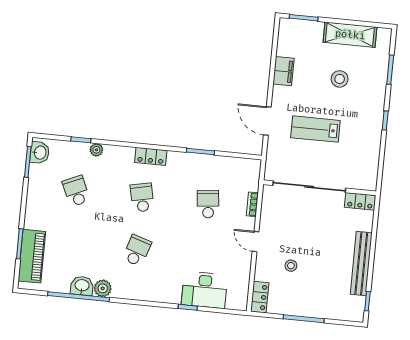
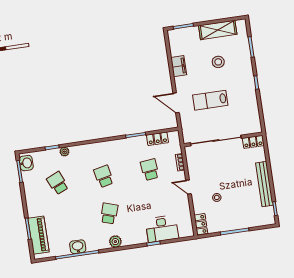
locker: (151, 156) -> (157, 139), moved
plant: (103, 288) -> (115, 242), moved

